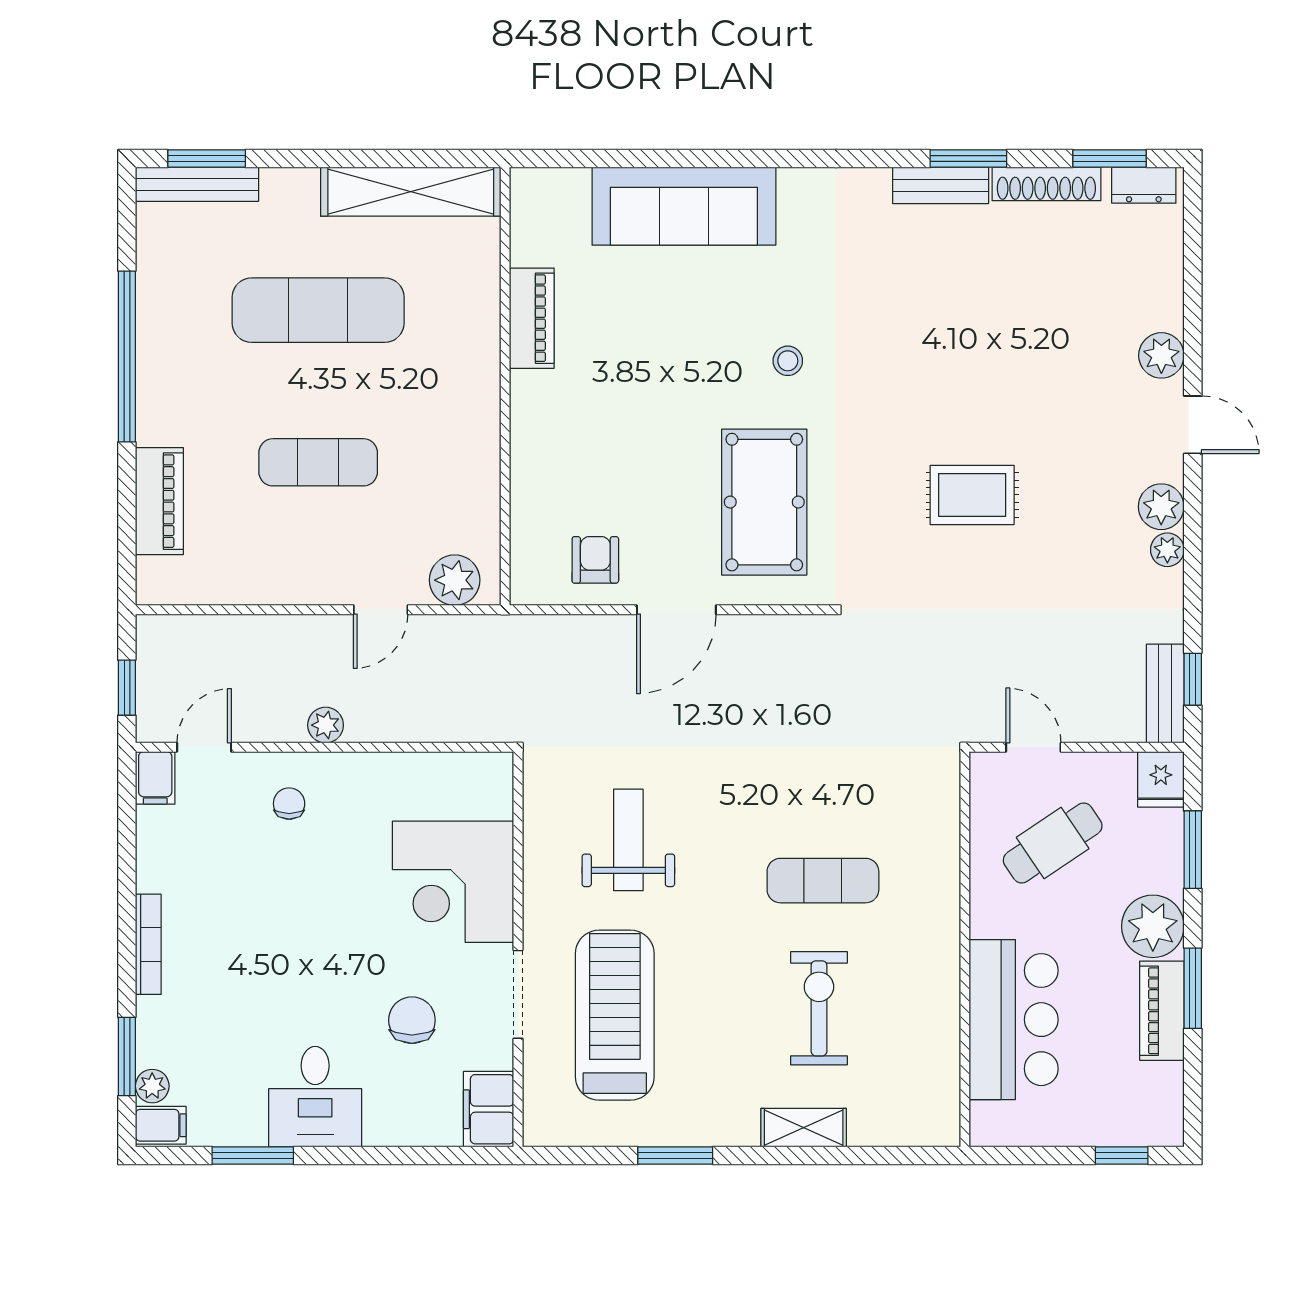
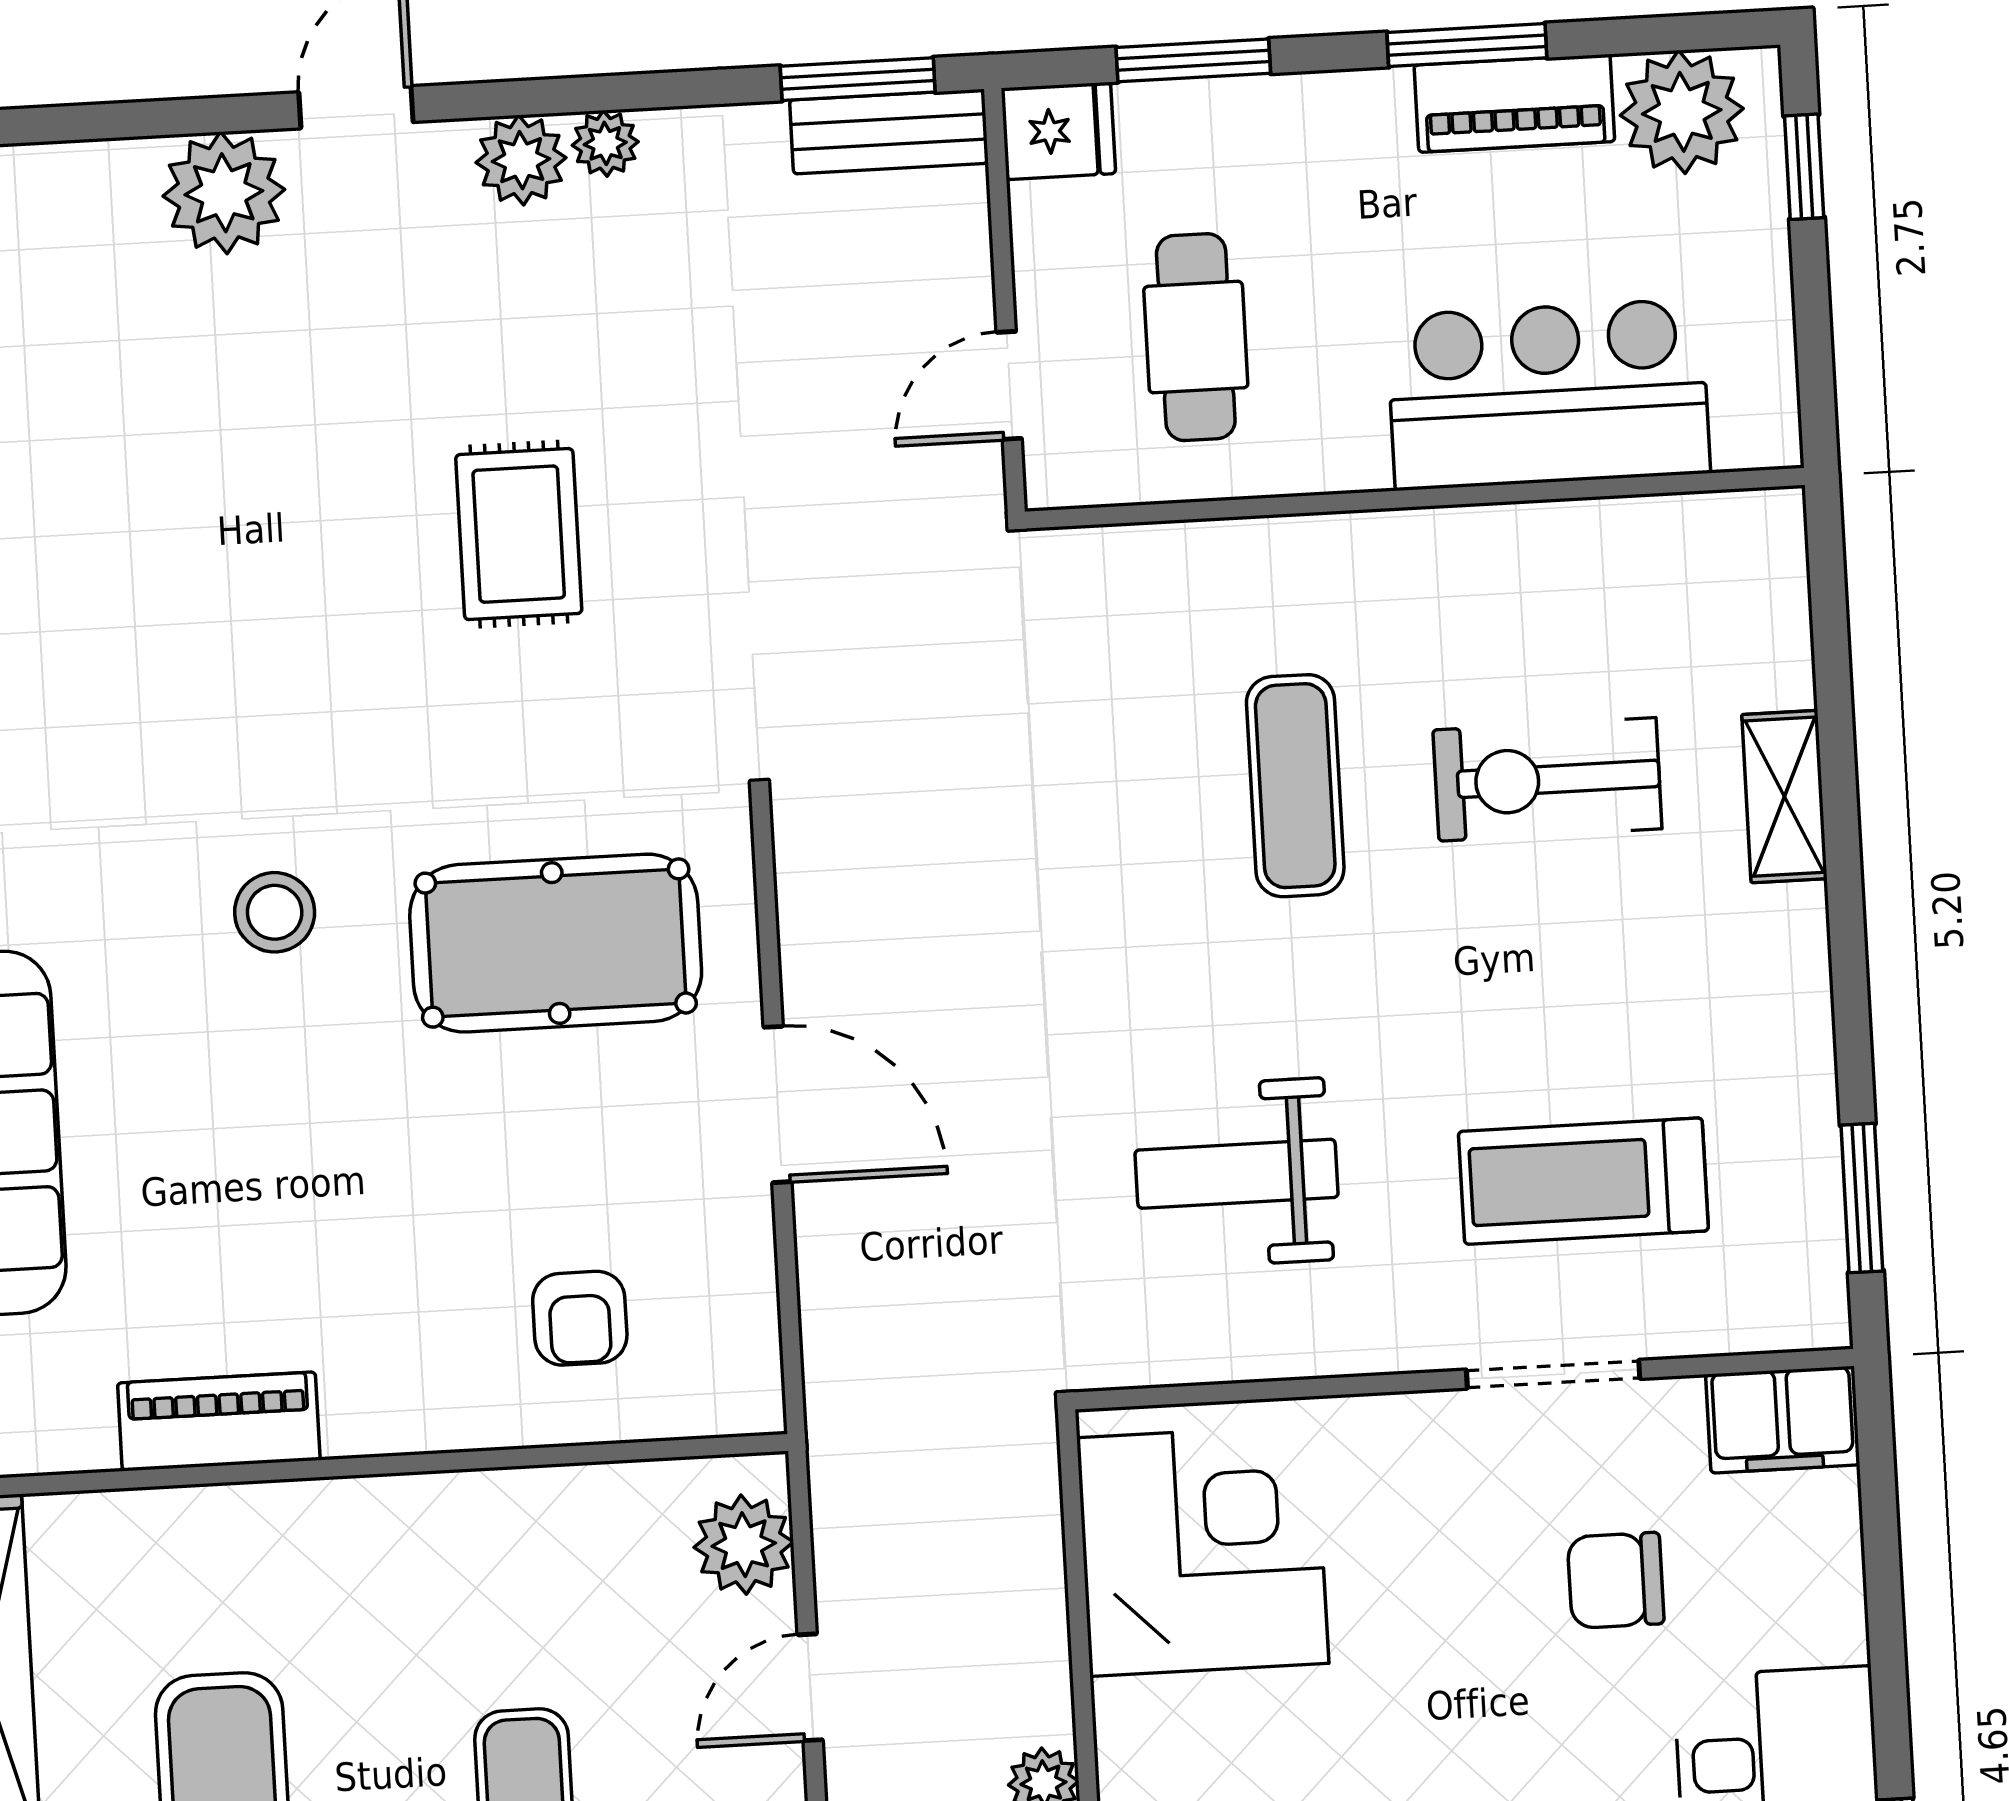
plant: (1161, 355) -> (224, 193), width x1.36, depth x1.36
stool: (788, 361) -> (275, 912), width x1.37, depth x1.37
armchair: (595, 560) -> (580, 1318), moved, turned -90
door: (381, 610) -> (810, 1687), swing flipped
window: (1193, 679) -> (858, 79), width x1.50
cafe table: (1053, 843) -> (1196, 337), turned 34
corner desk: (453, 882) -> (1203, 1551), moved, turned -90
plant: (1153, 926) -> (1682, 112), moved
treadmill: (615, 1015) -> (1583, 1181), width x0.73, depth x0.73
window: (675, 1156) -> (1862, 1198), moved

